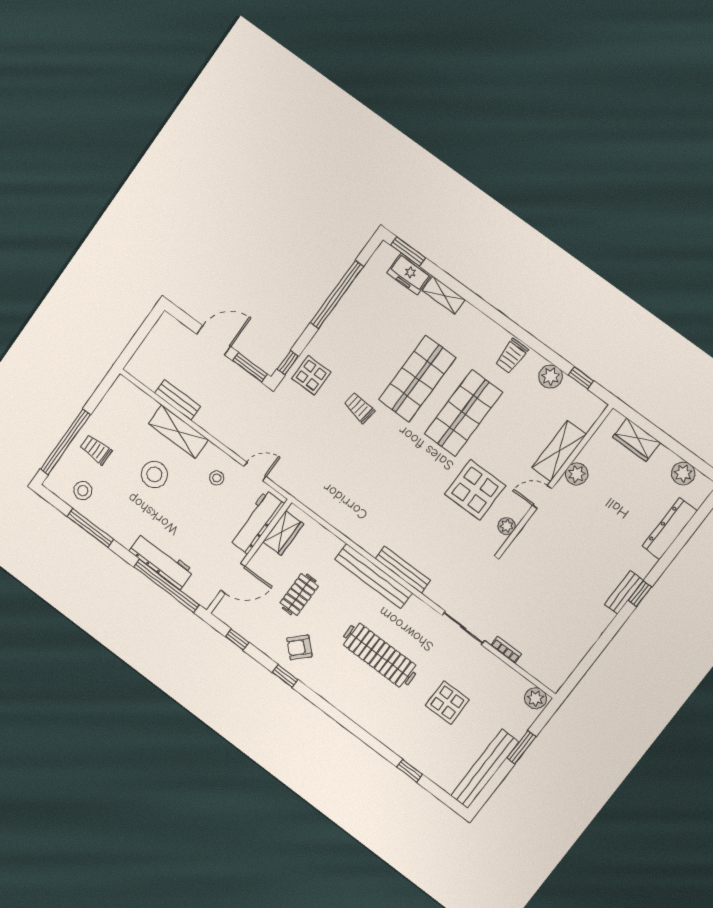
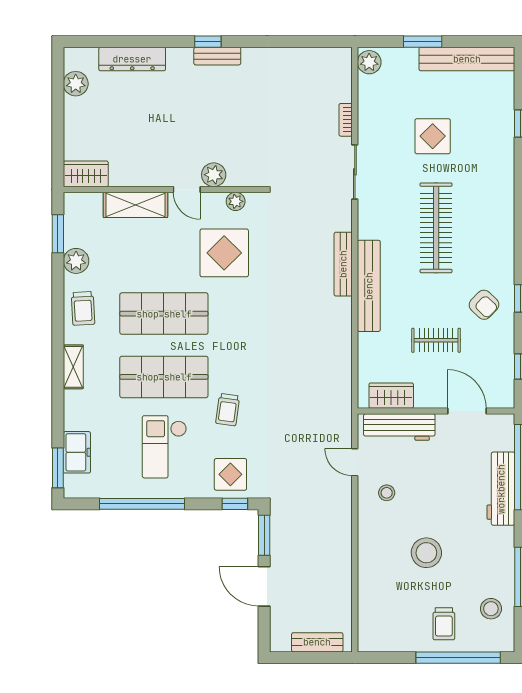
shelving: (444, 295) -> (73, 367), moved
checkout: (366, 342) -> (164, 447), added
trolley: (512, 356) -> (83, 308), turned 87
window: (581, 378) -> (58, 234), width x1.50
bench: (177, 400) -> (317, 642), moved, turned 90
shelving: (178, 432) -> (371, 559), removed
wardrobe: (637, 440) -> (86, 174), moved, turned -90
plant: (577, 474) -> (214, 175), moved

